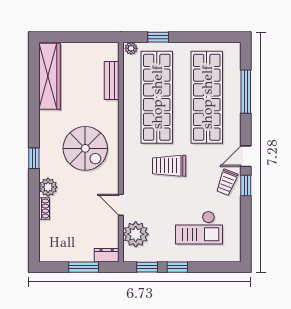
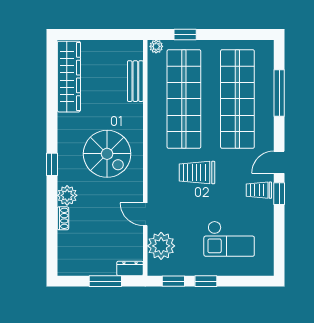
trolley: (227, 182) -> (259, 190), turned 69

